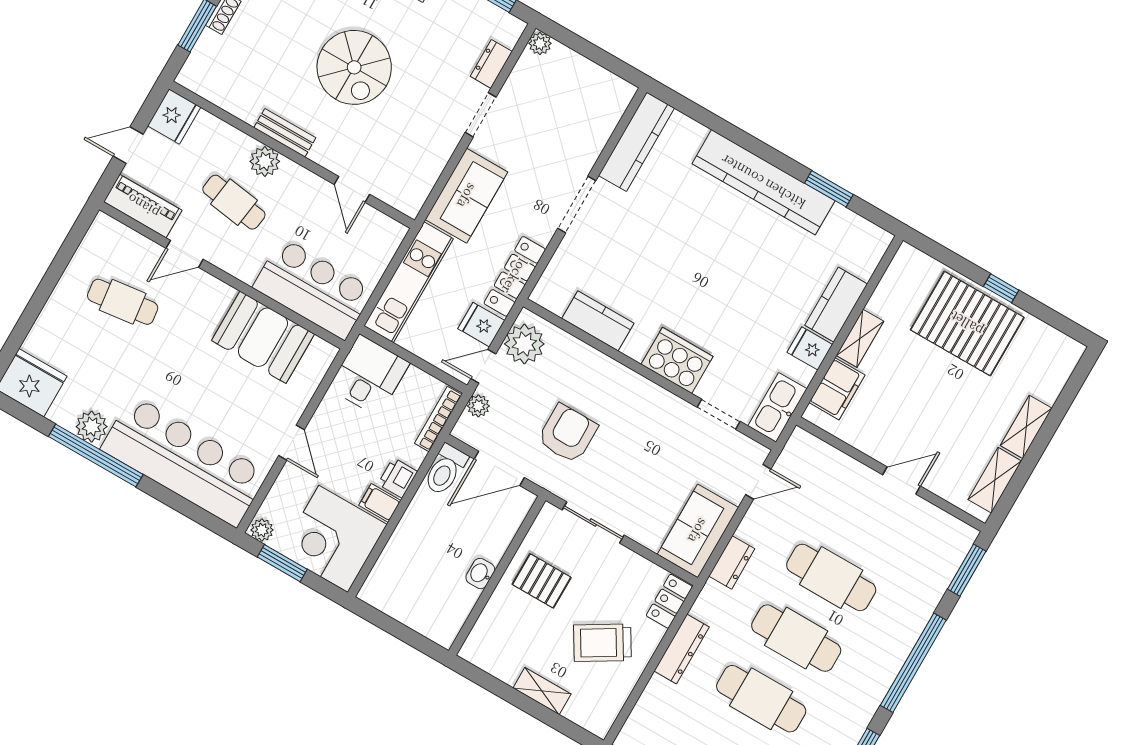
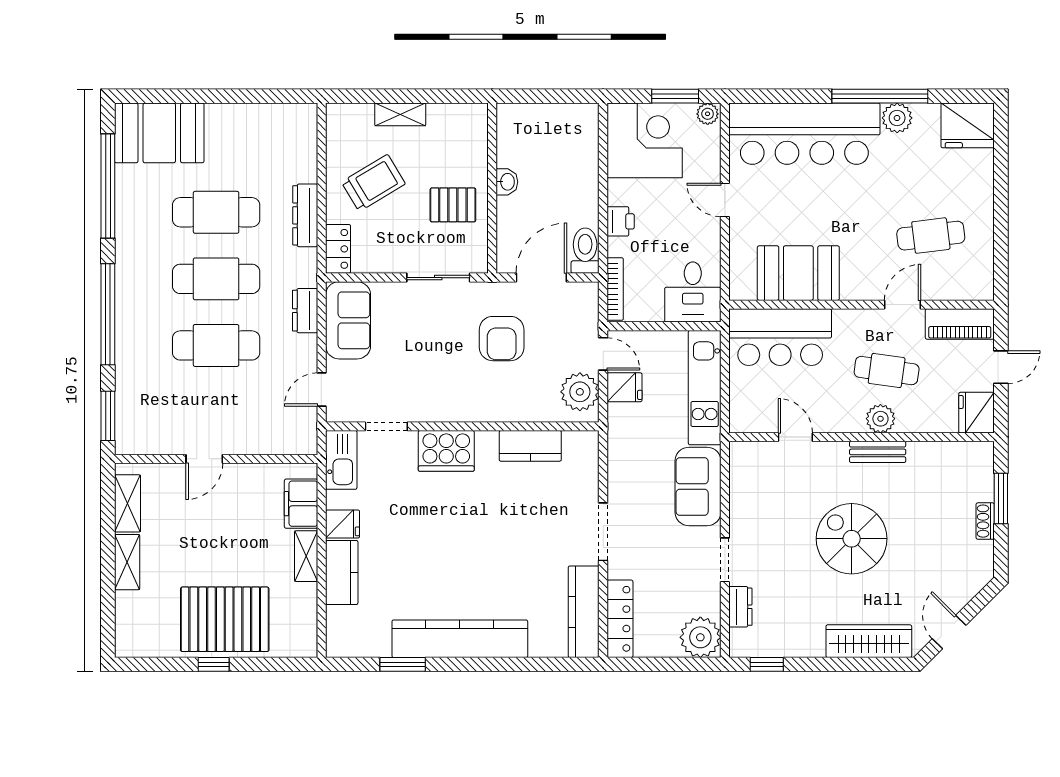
plant: (540, 43) -> (700, 637), width x1.87, depth x1.87
locker: (515, 276) -> (620, 619), moved
door: (483, 366) -> (603, 354), hinge flipped
plant: (478, 406) -> (588, 319), removed
filing cabinet: (380, 503) -> (623, 192), removed

